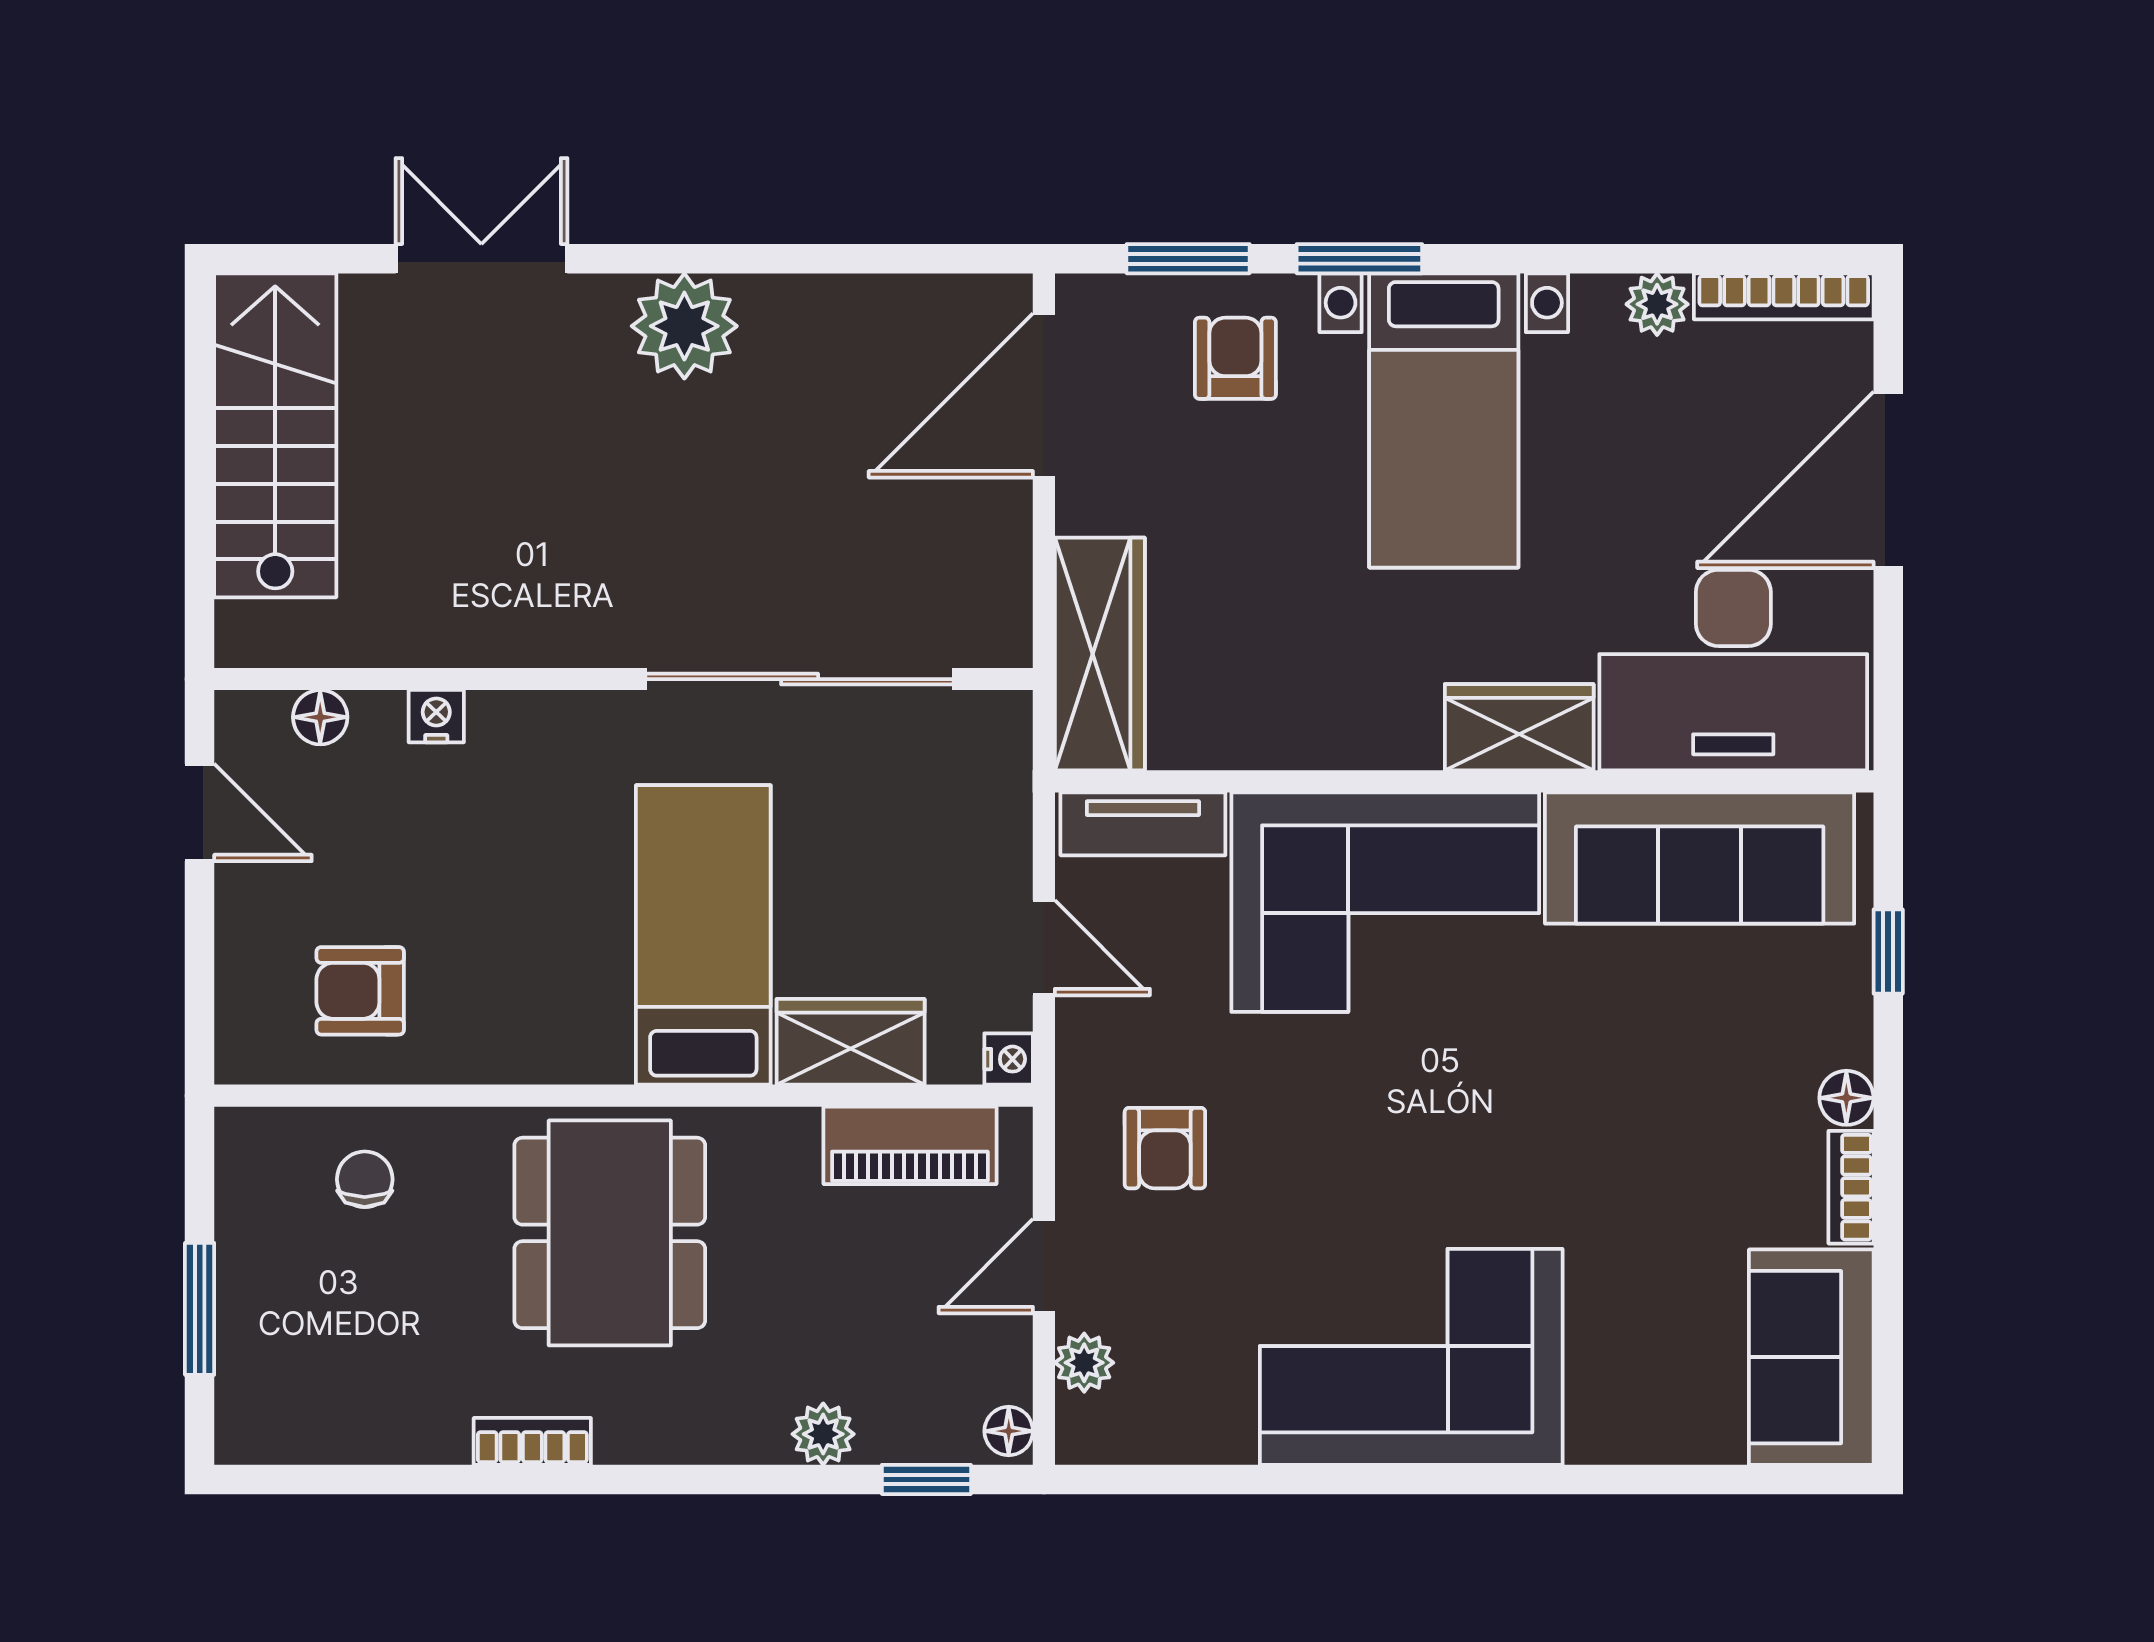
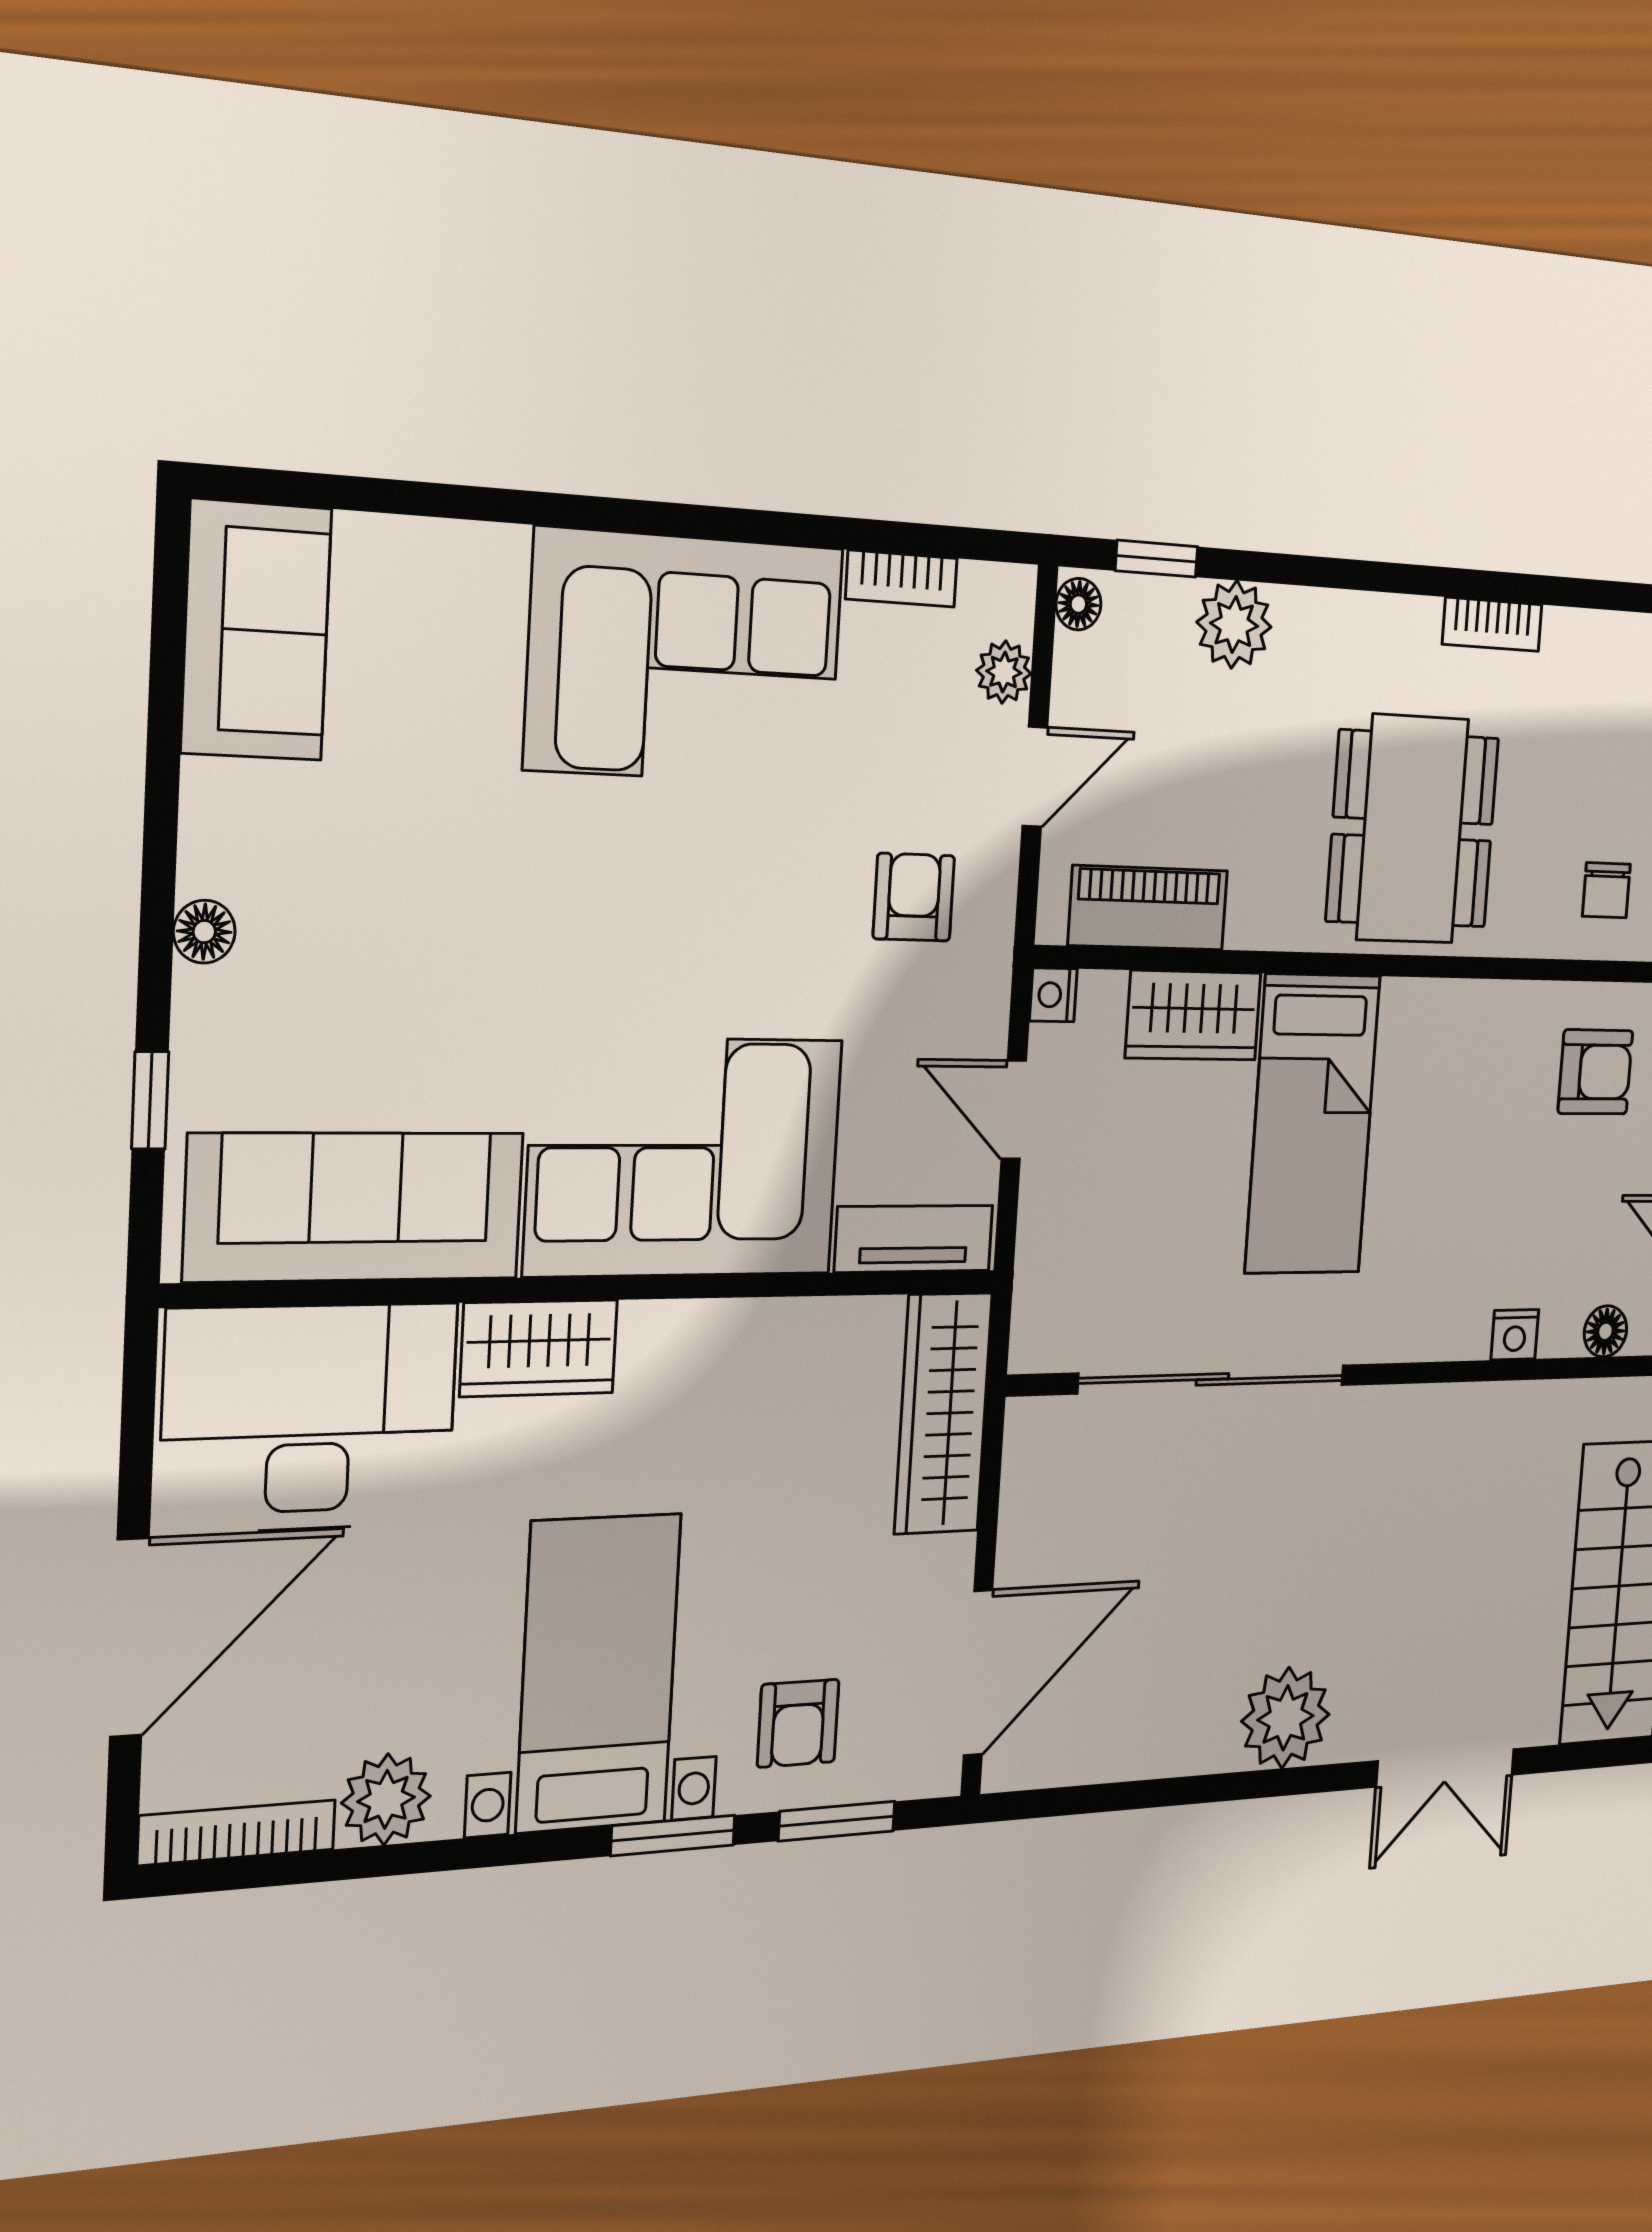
plant: (1657, 304) -> (386, 1799), width x1.38, depth x1.38
bookcase: (1851, 1187) -> (901, 579), moved, turned 90
plant: (823, 1434) -> (1234, 625), width x1.38, depth x1.38

